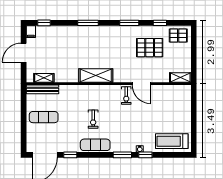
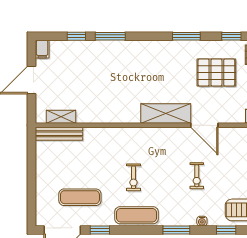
window: (44, 23) -> (76, 36), moved
window: (88, 23) -> (110, 36), moved
shelving: (96, 76) -> (166, 113), moved
exercise bike: (126, 95) -> (197, 176), moved
exercise mat: (44, 117) -> (80, 197), moved
window: (145, 155) -> (226, 230), moved

